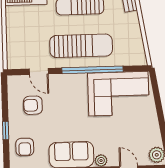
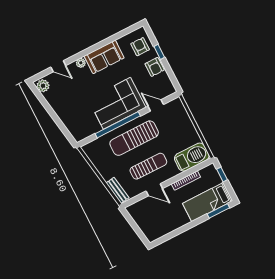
corner sofa: (118, 94) -> (117, 103), moved
armchair: (33, 105) -> (155, 67), moved, turned 91

